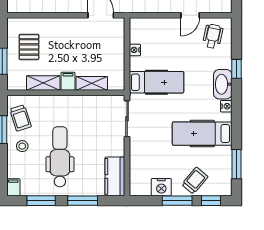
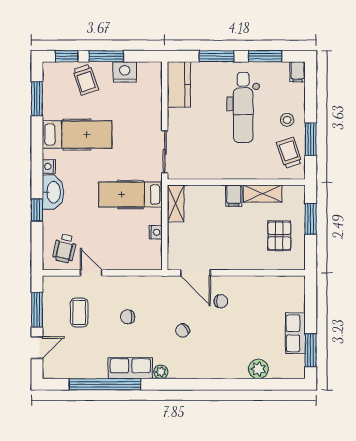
door: (190, 15) -> (91, 273), hinge flipped
shelving: (92, 83) -> (176, 204), moved, turned 90
trolley: (195, 181) -> (86, 80), turned -59

